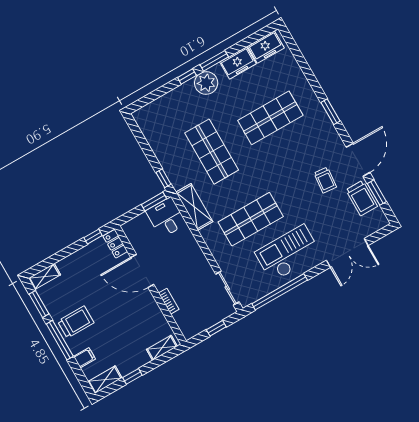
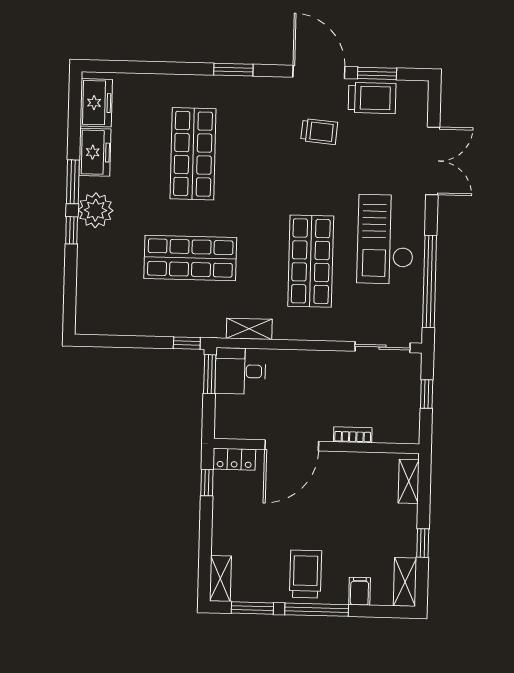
shelving: (194, 207) -> (249, 329), width x0.67, depth x0.75

